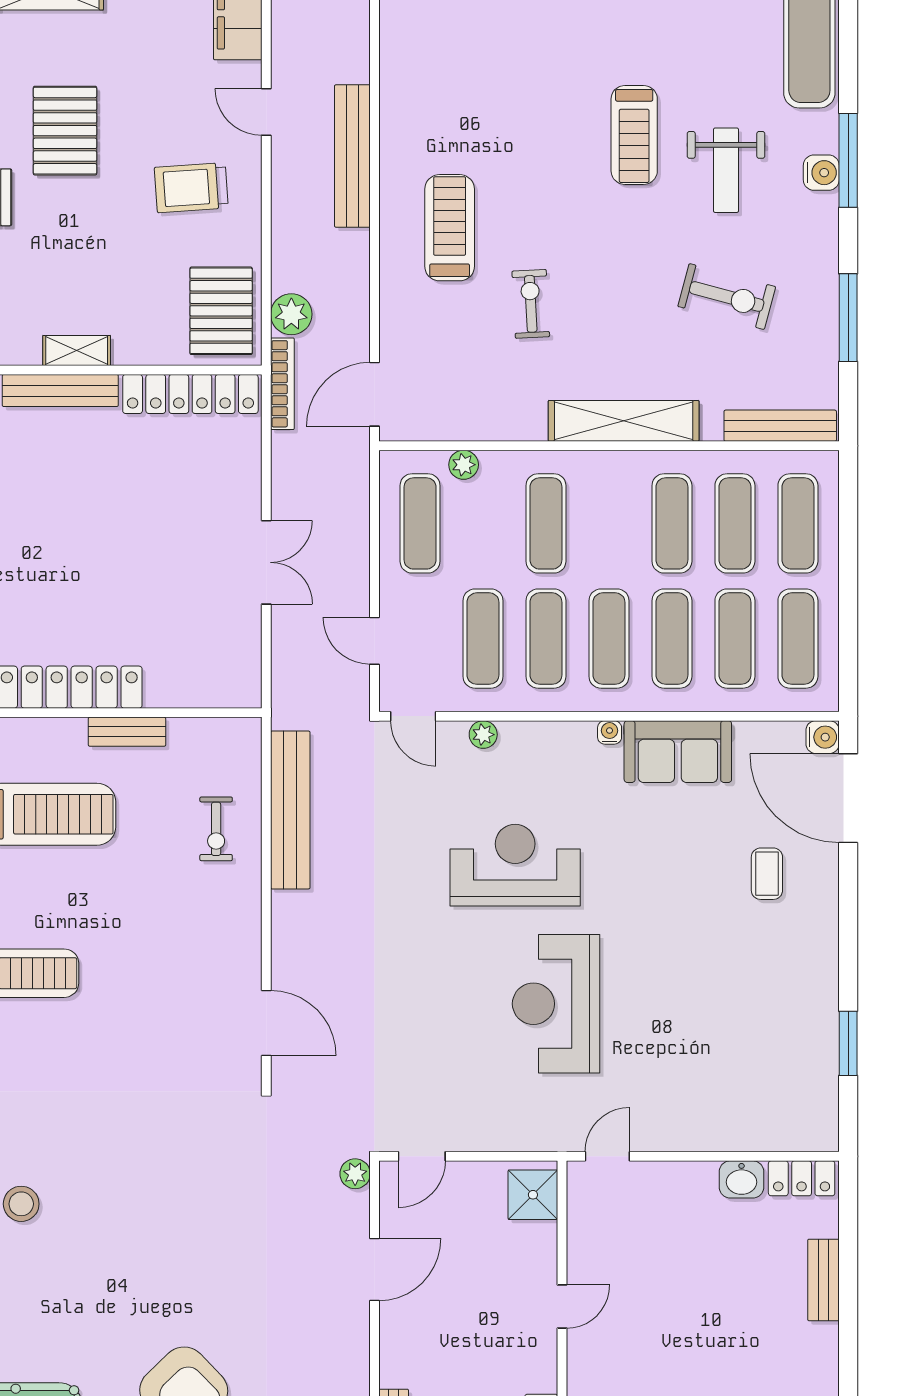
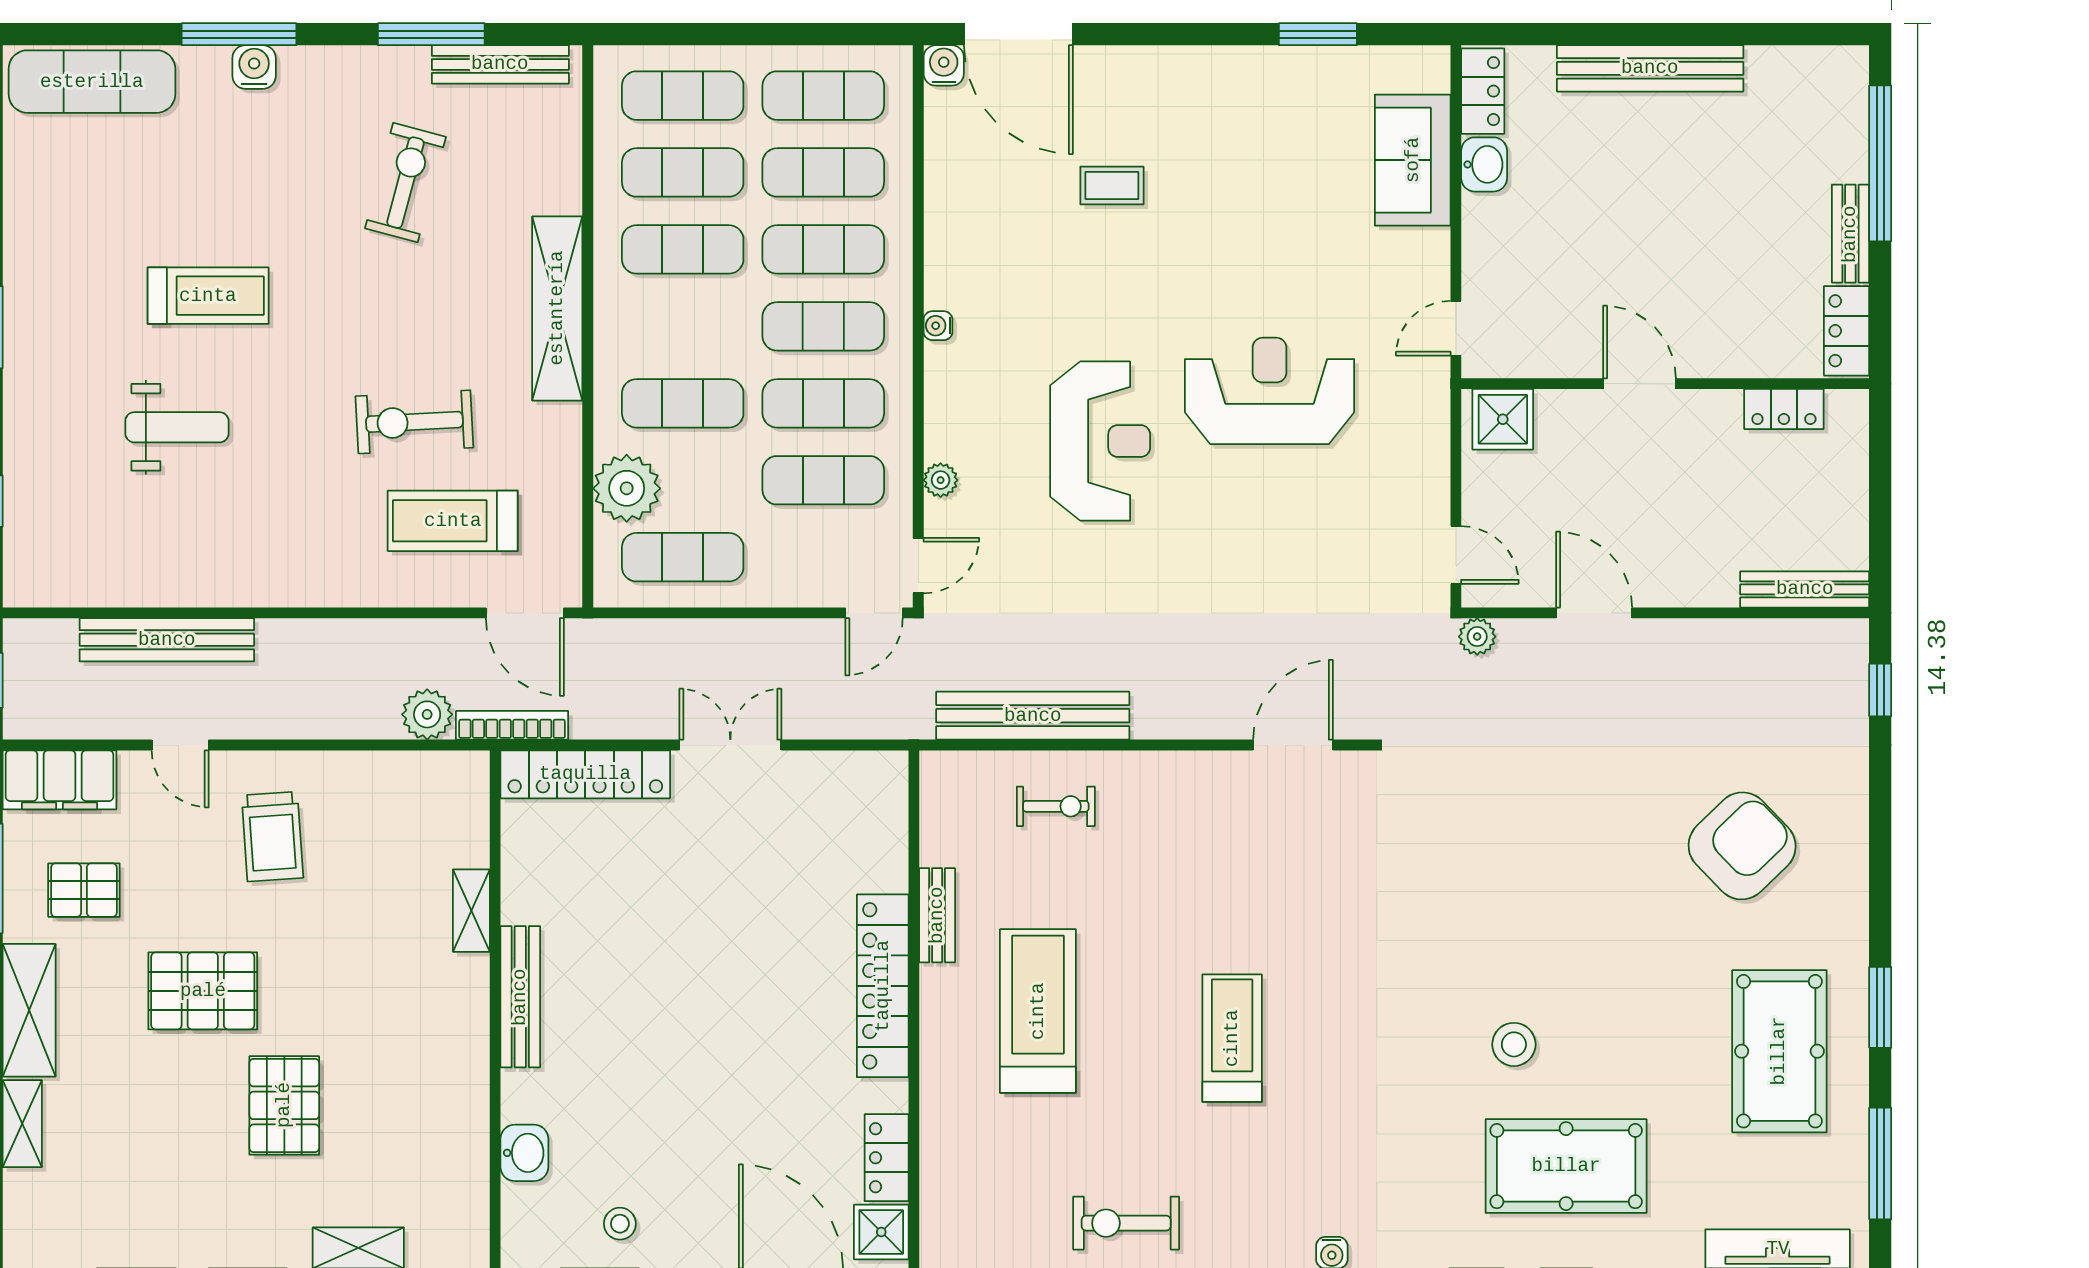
door: (266, 112) -> (180, 745), hinge flipped
bench: (352, 156) -> (167, 640), moved
weight bench: (726, 170) -> (177, 427), moved
treadmill: (450, 228) -> (453, 521), moved
exercise bike: (531, 304) -> (414, 422), width x1.38, depth x1.39
pallet: (221, 311) -> (84, 890), moved, width x0.67, depth x0.71
shelving: (77, 350) -> (471, 911), moved
locker: (190, 394) -> (585, 774), moved, turned 90
bench: (780, 426) -> (500, 64), moved, turned 90
plant: (464, 465) -> (627, 488), width x1.88, depth x1.88
door: (375, 641) -> (874, 613), moved
sofa: (678, 752) -> (1413, 160), moved, turned 180
door: (848, 798) -> (1018, 34), hinge flipped
reception desk: (515, 865) -> (1100, 441), turned 180
coffee table: (767, 874) -> (1112, 185), moved
reception desk: (556, 1004) -> (1269, 391), turned 180
door: (607, 1156) -> (1456, 328), hinge flipped
bench: (823, 1280) -> (1650, 68), width x1.86, depth x1.21
door: (562, 1307) -> (1639, 384), width x1.38

